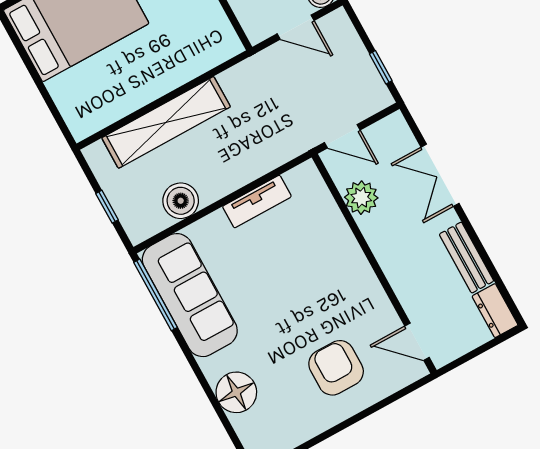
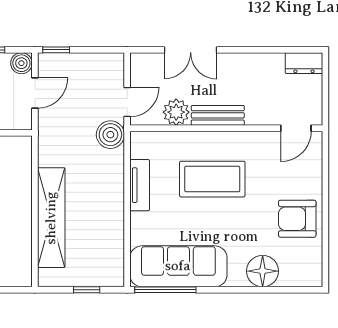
window: (381, 67) -> (56, 50), moved
boiler: (181, 201) -> (110, 135), moved
bench: (467, 258) -> (218, 115), moved
coffee table: (309, 279) -> (212, 179), added
armchair: (336, 368) -> (297, 219), moved

